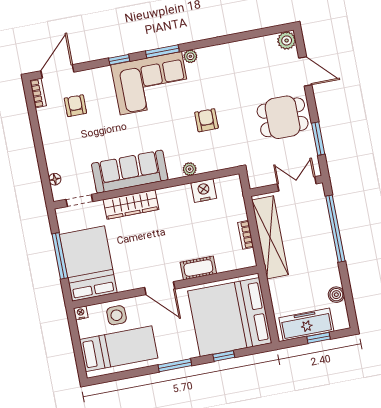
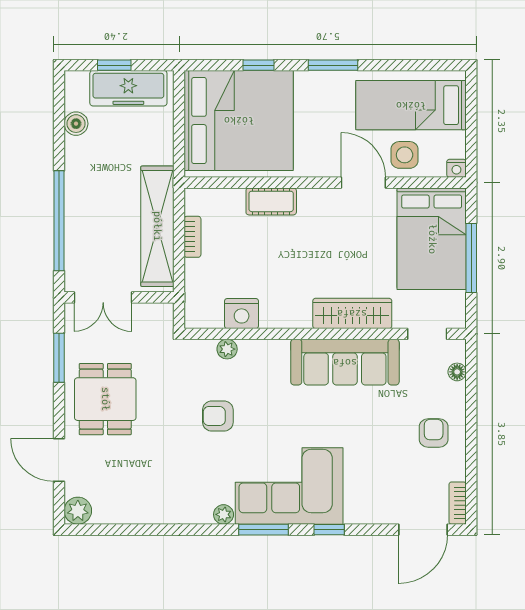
armchair: (75, 106) -> (434, 433), moved, turned 180
dining table: (283, 117) -> (105, 399), turned 90
armchair: (206, 120) -> (218, 416), turned 90
plant: (190, 169) -> (227, 349), moved
door: (160, 288) -> (363, 183), moved

